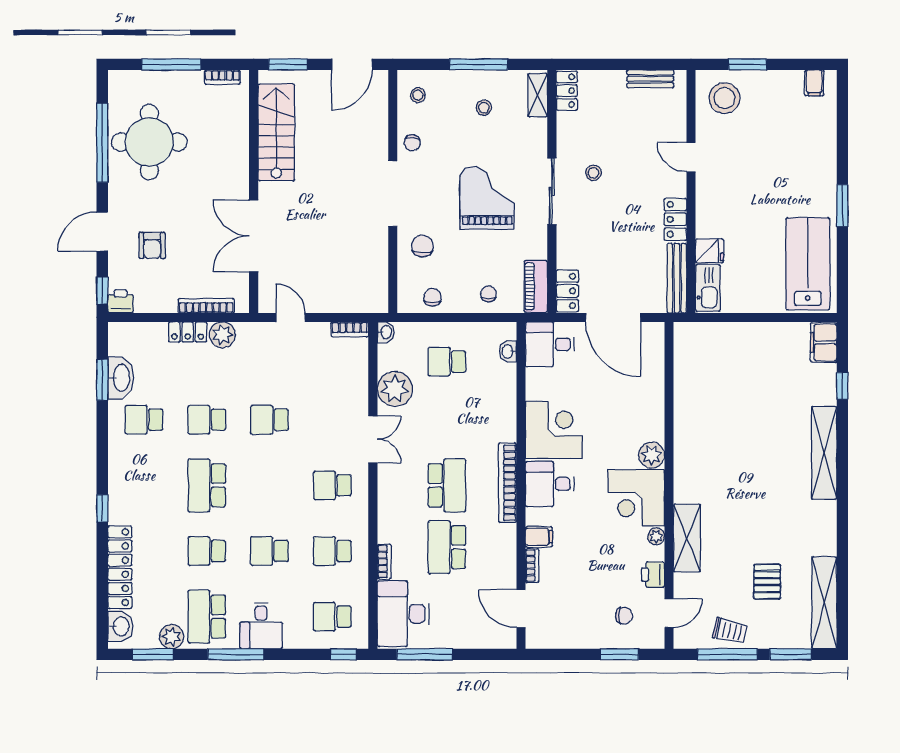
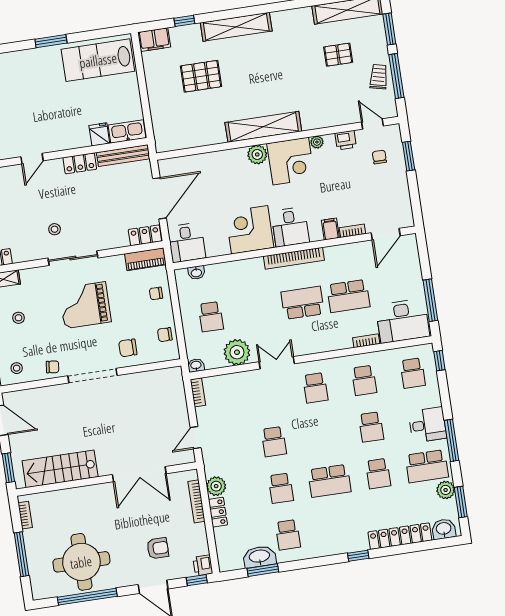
pallet: (766, 397) -> (201, 76), added
shelving: (687, 538) -> (263, 127), moved, width x1.47

